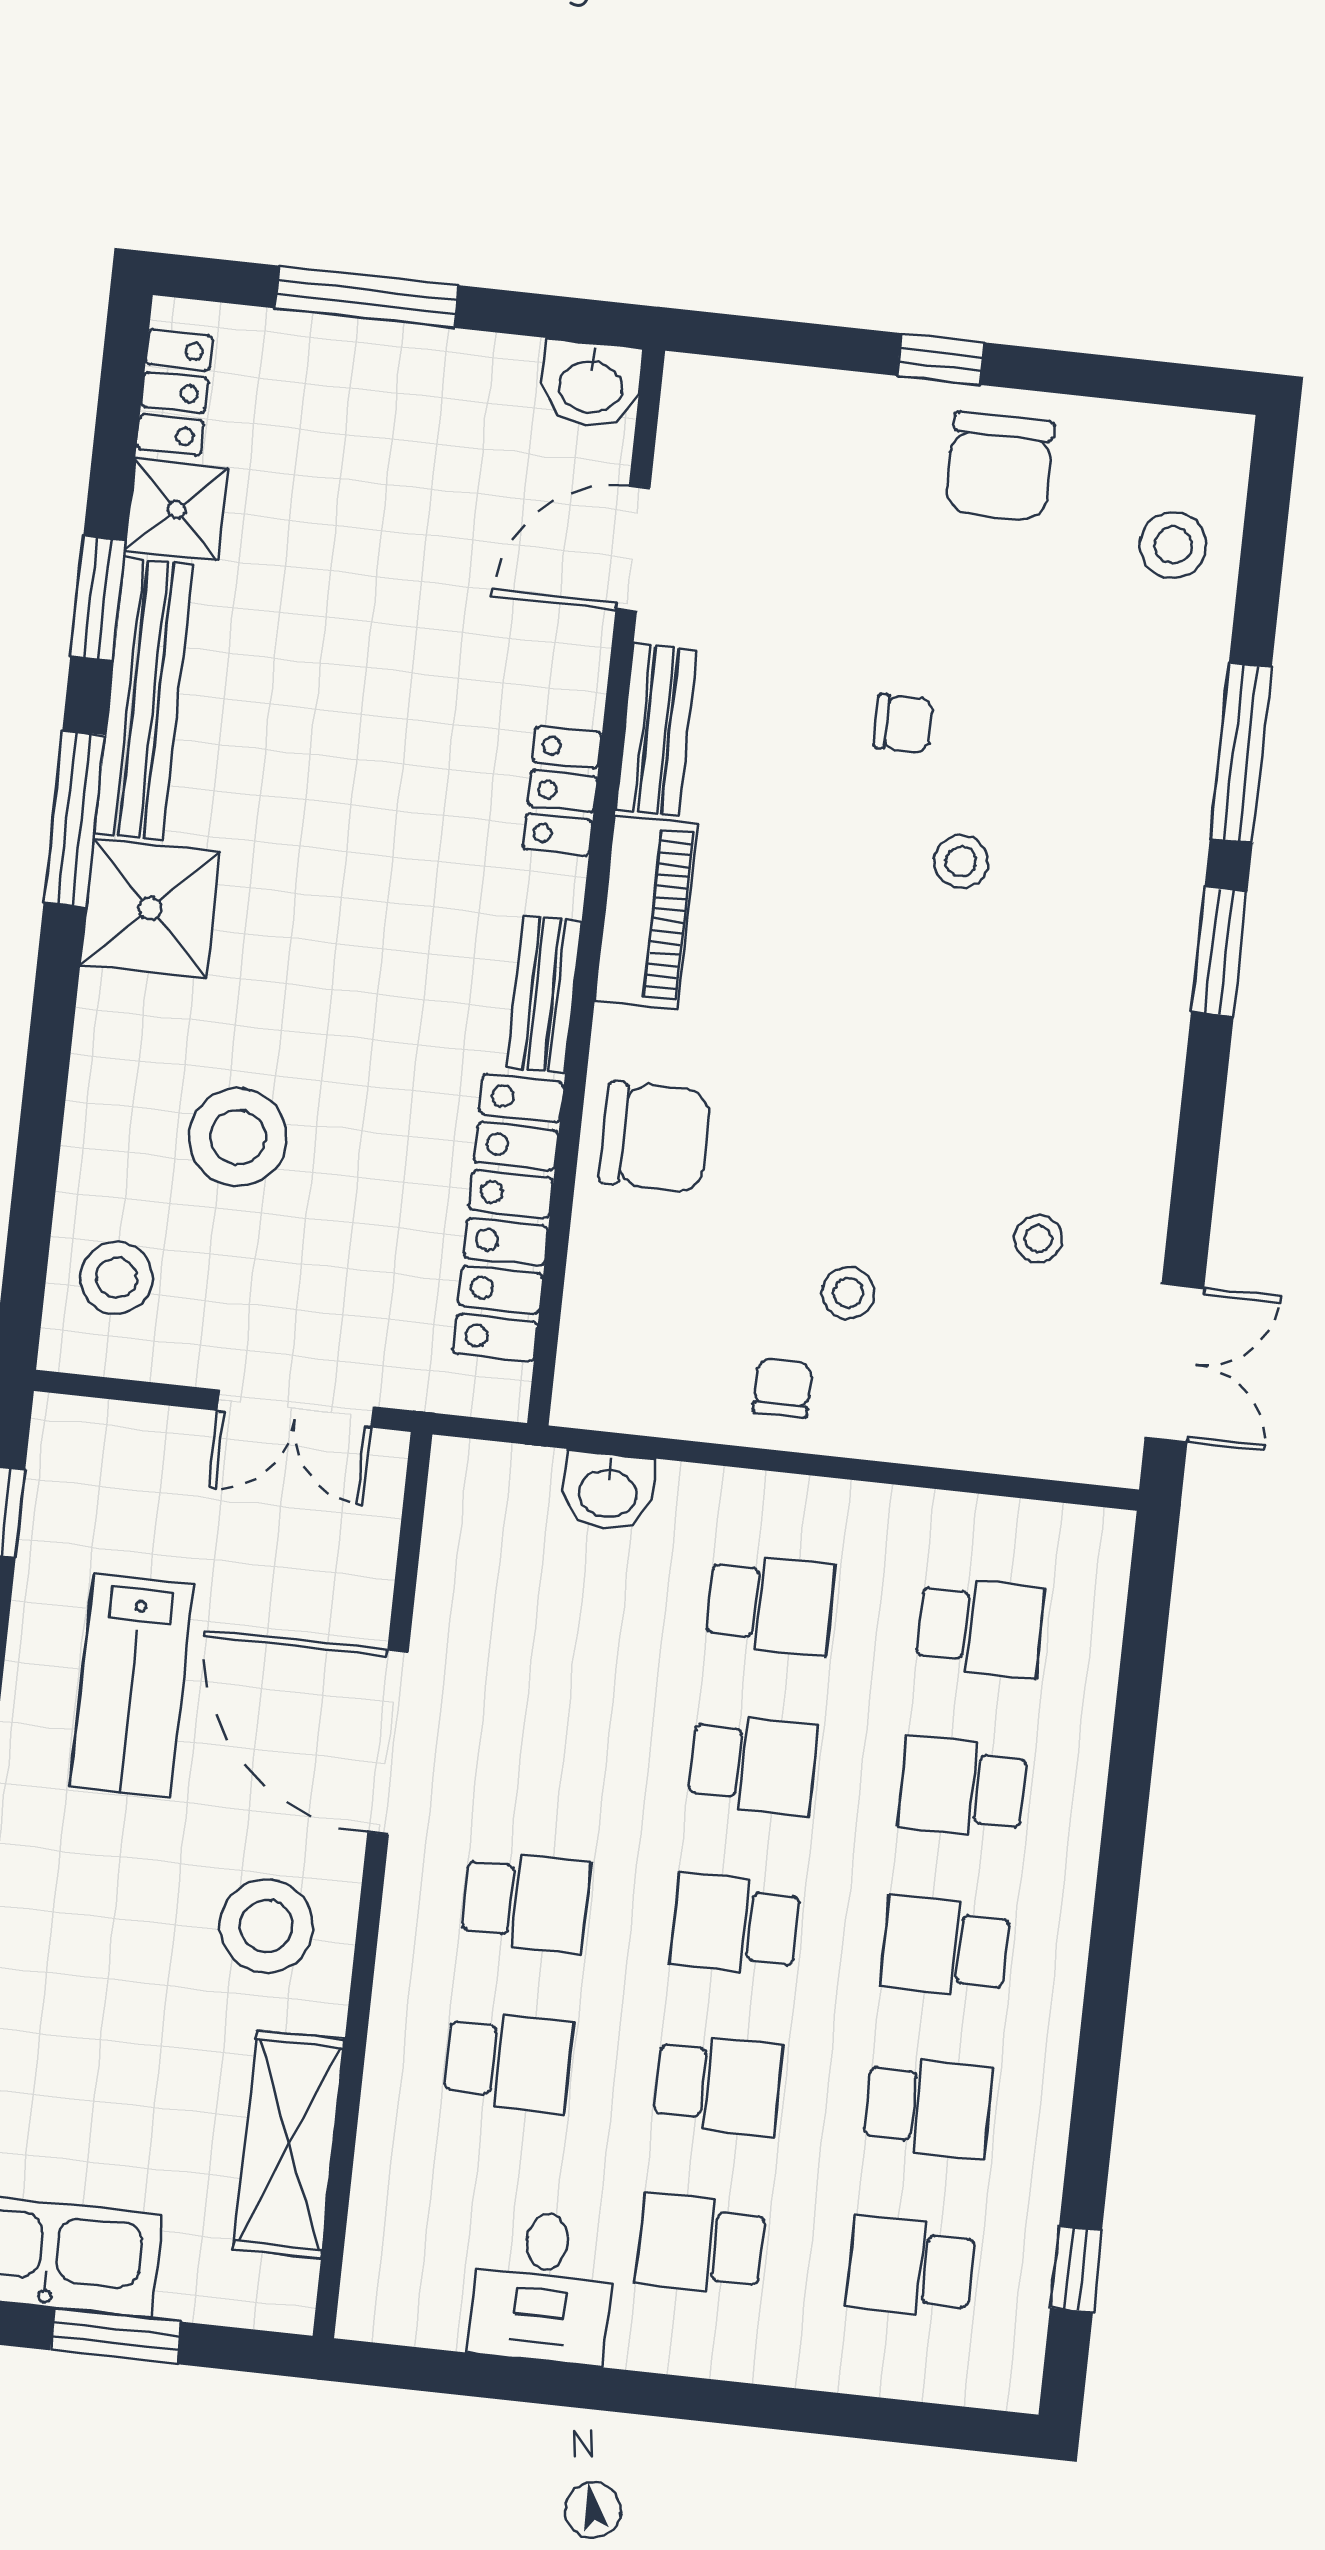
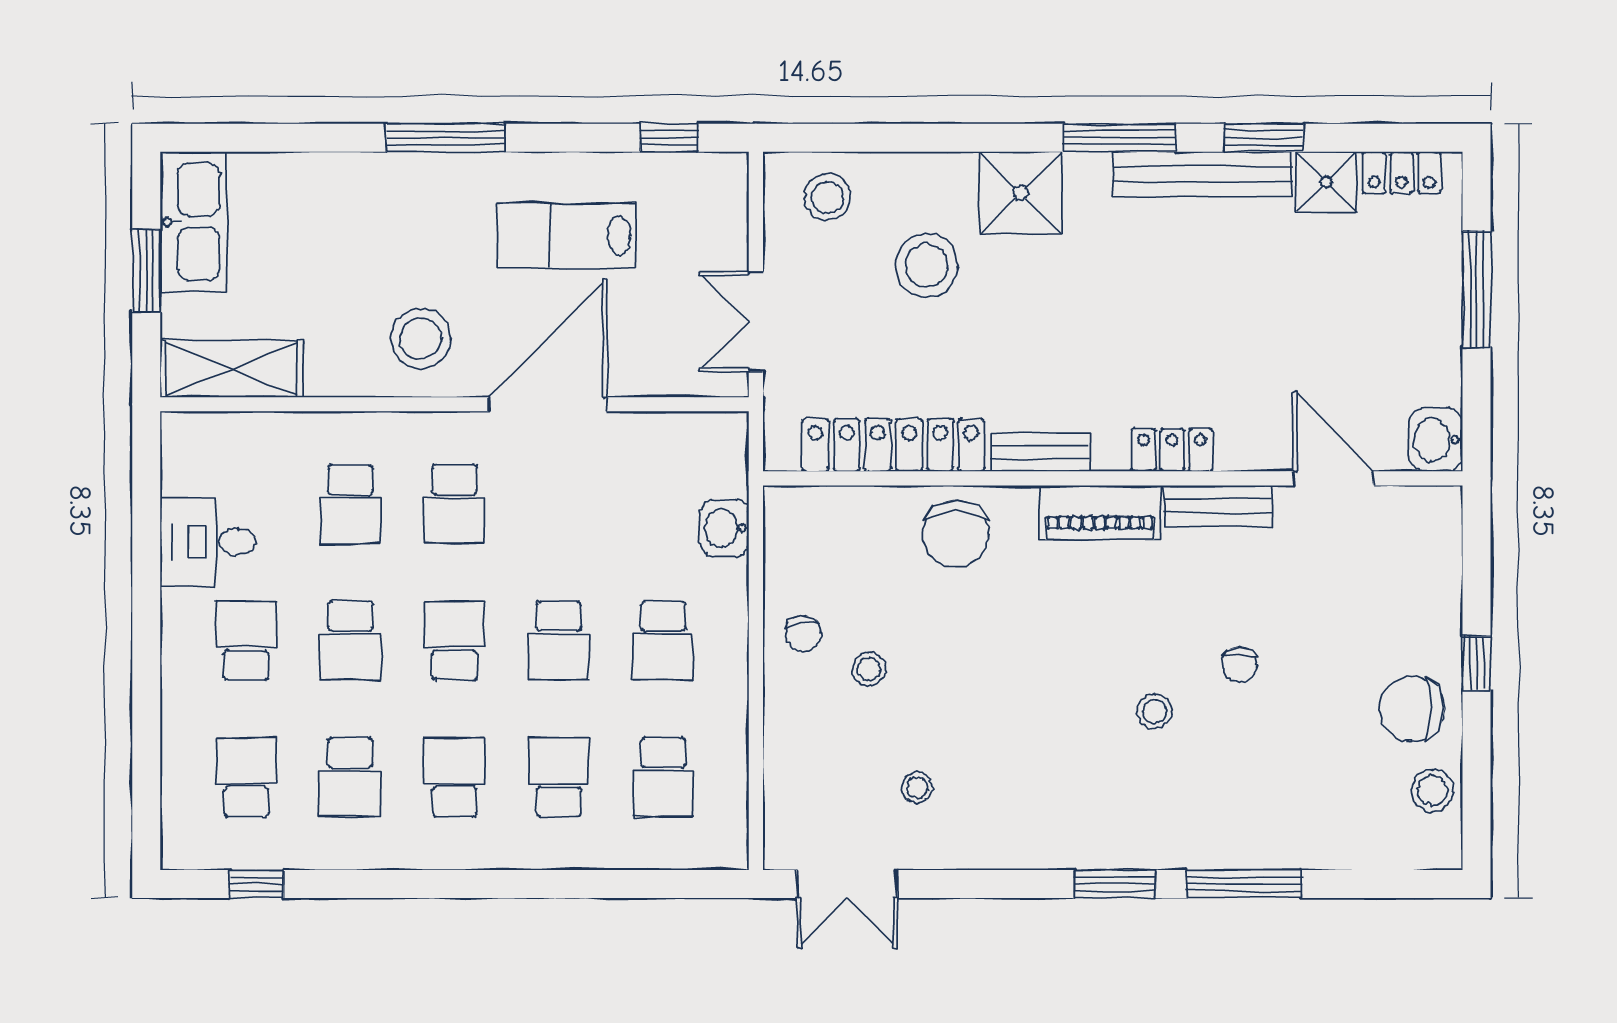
stool: (1173, 545) -> (1432, 791), moved
shower: (150, 908) -> (1021, 193), moved
chair: (783, 1388) -> (803, 633), turned 81
shelving: (289, 2144) -> (232, 369), moved

